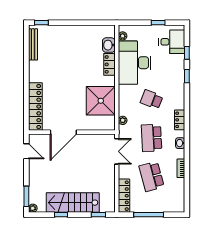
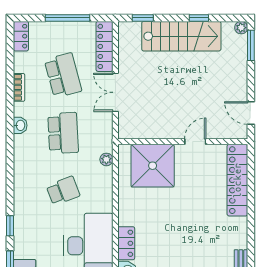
school desk: (152, 99) -> (63, 191), turned -42
shower: (101, 101) -> (153, 166), moved
locker: (180, 120) -> (21, 36), moved
door: (63, 132) -> (195, 142), width x0.53
double door: (117, 151) -> (115, 92), moved

